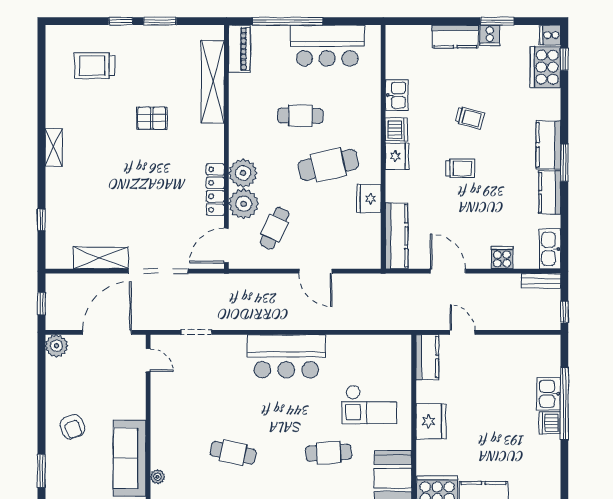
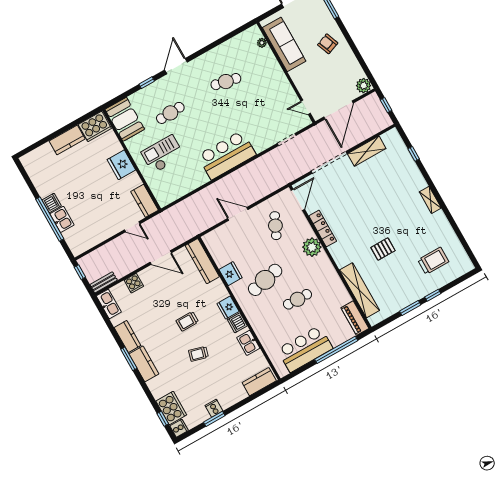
kitchen counter: (455, 37) -> (259, 382), moved
plant: (244, 204) -> (301, 230), removed

